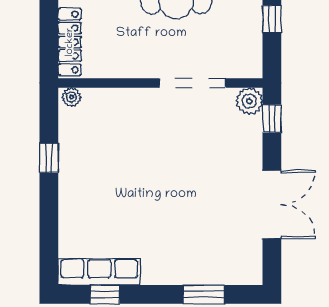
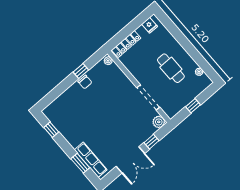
window: (272, 119) -> (152, 142), moved
chair: (73, 167) -> (85, 82), added
row of seats: (99, 272) -> (91, 160), moved

